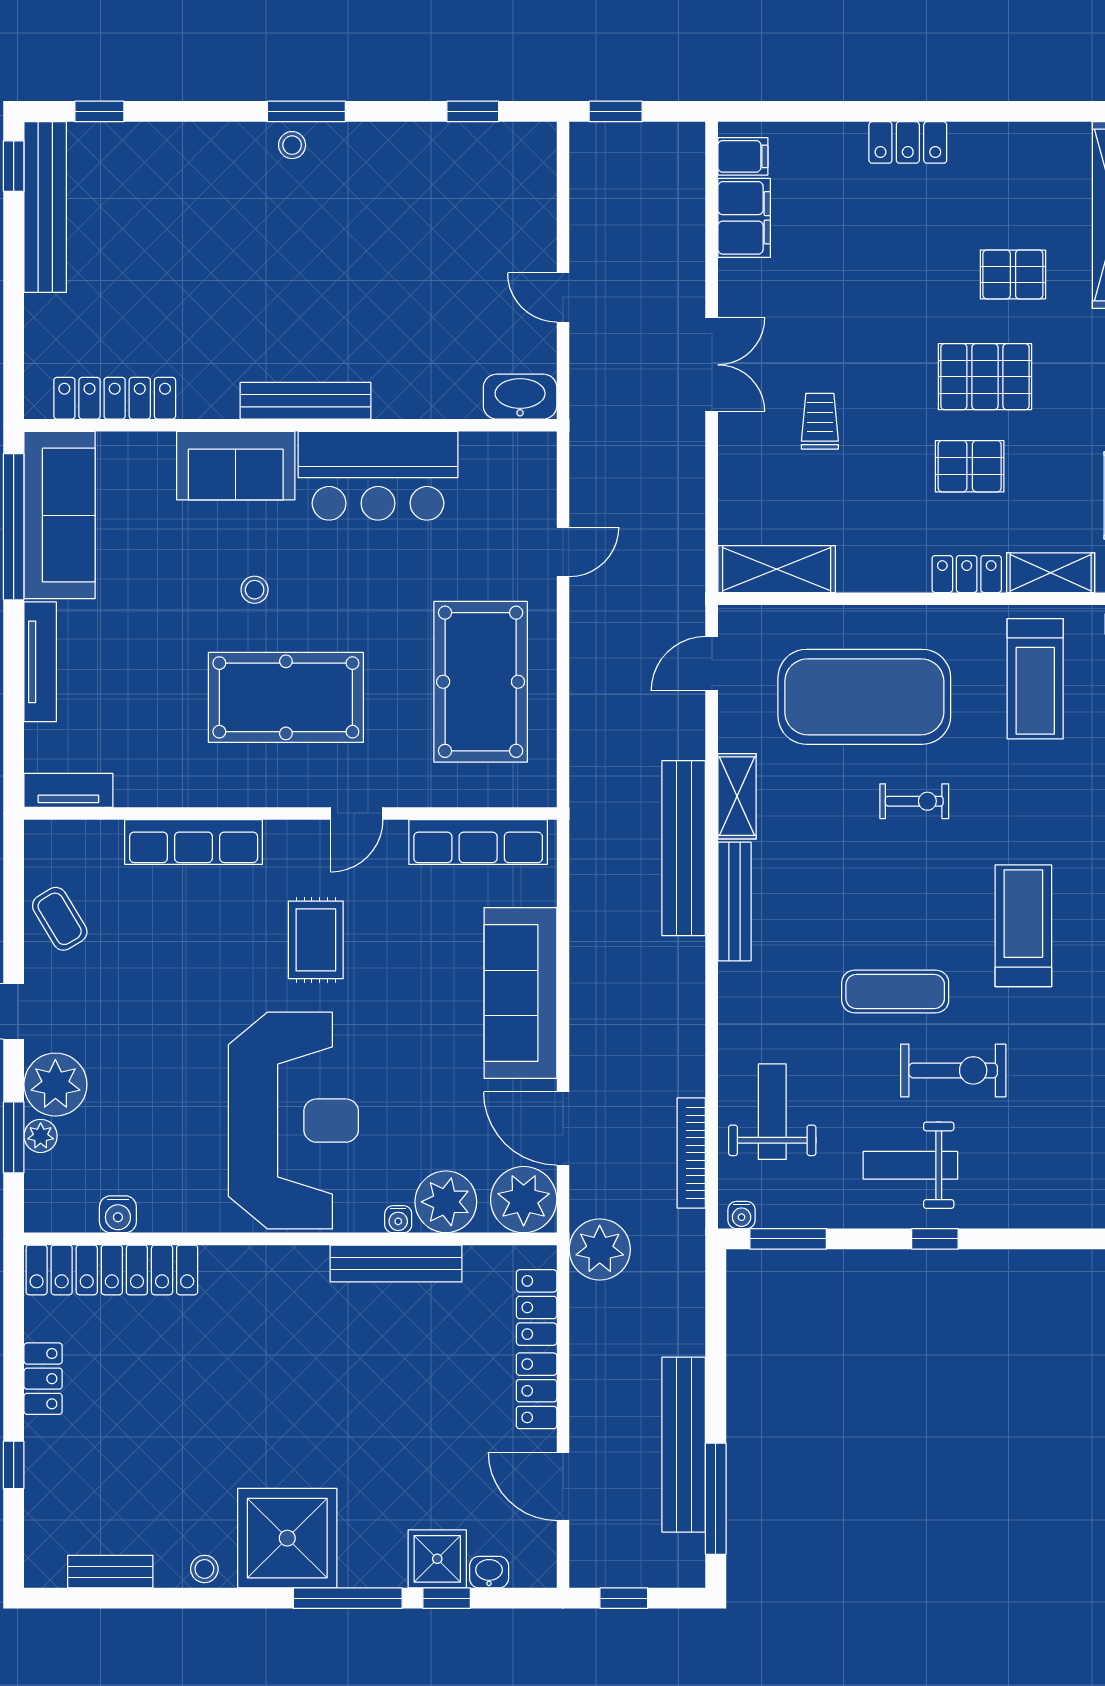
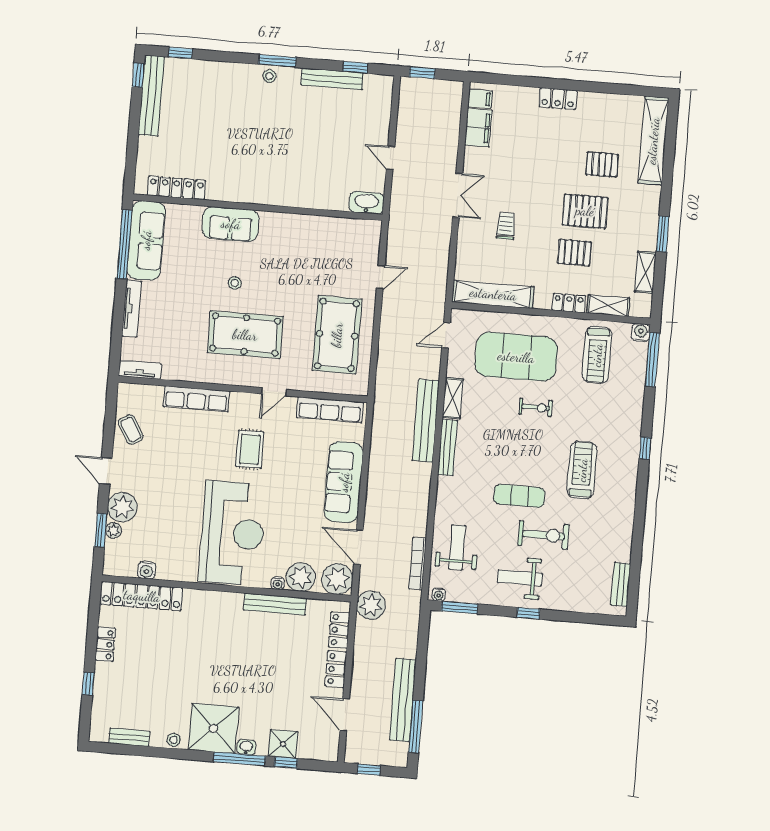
bench: (306, 401) -> (332, 79), moved
bar counter: (378, 476) -> (297, 234), removed
shelving: (777, 569) -> (493, 294), width x1.47
washbasin: (489, 1572) -> (246, 747), moved

